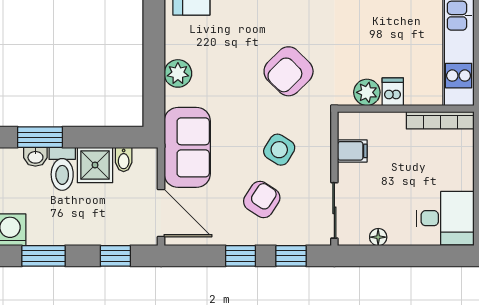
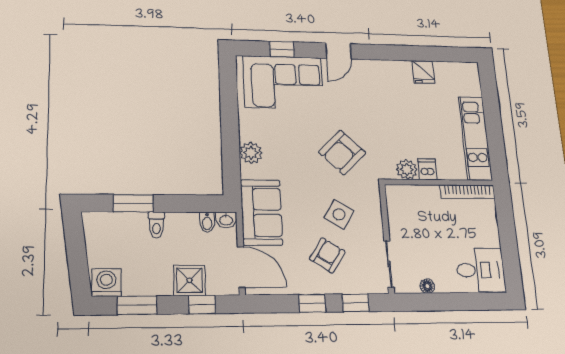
filing cabinet: (352, 151) -> (399, 216), removed
washbasin: (35, 157) -> (226, 220), moved
shower: (95, 165) -> (189, 280), moved
toilet: (62, 169) -> (156, 225), width x0.73, depth x0.72

